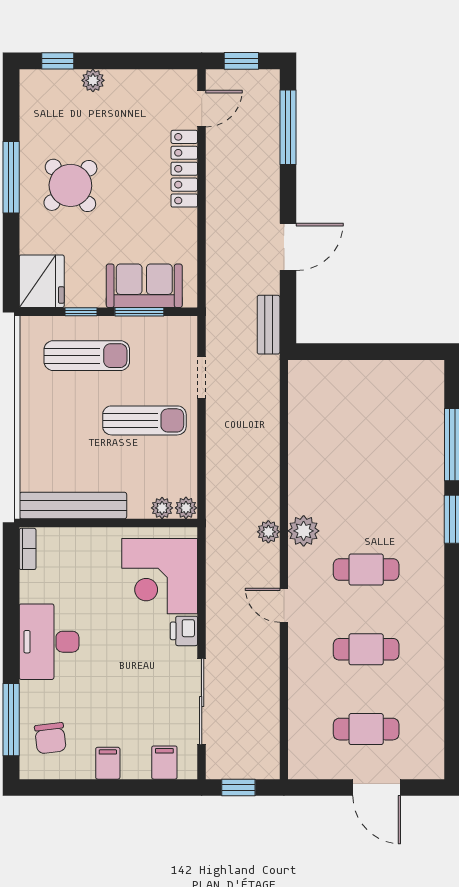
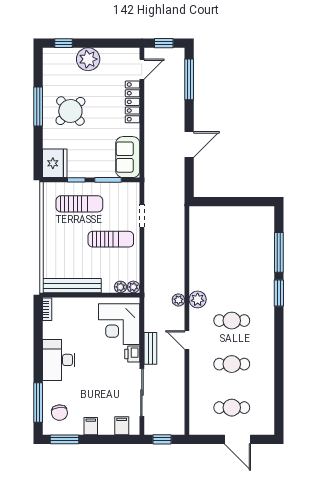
plant: (93, 80) -> (88, 59), width x1.87, depth x1.87
sofa: (144, 286) -> (128, 157), moved, turned -90
bench: (269, 325) -> (150, 348), moved
window: (60, 787) -> (64, 439), added

